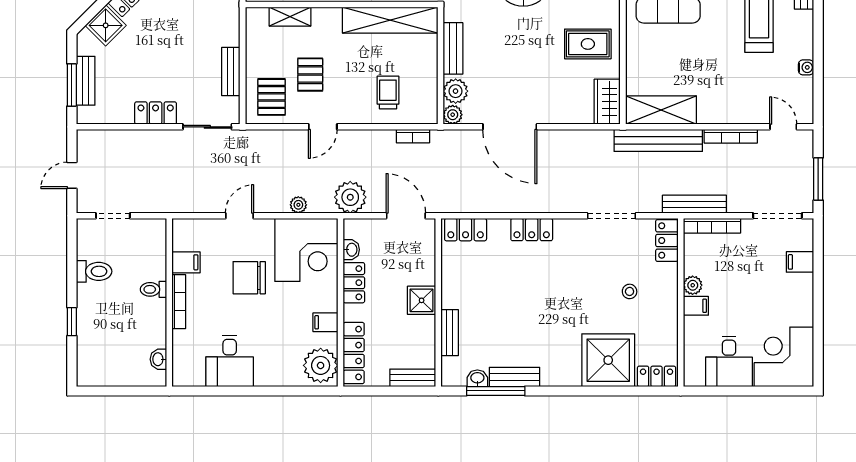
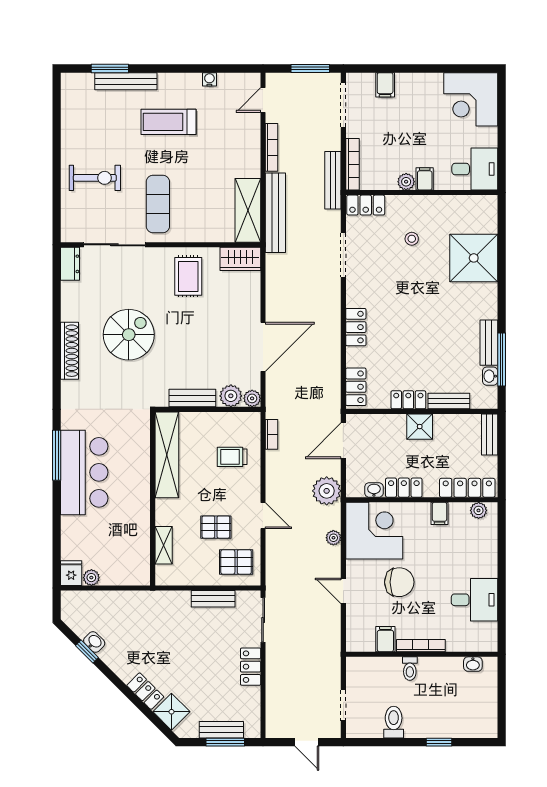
chair: (249, 278) -> (399, 582), turned -90
desk: (729, 361) -> (475, 169), moved
plant: (321, 365) -> (479, 510), width x0.53, depth x0.53
locker: (657, 376) -> (408, 400), moved, turned 90

